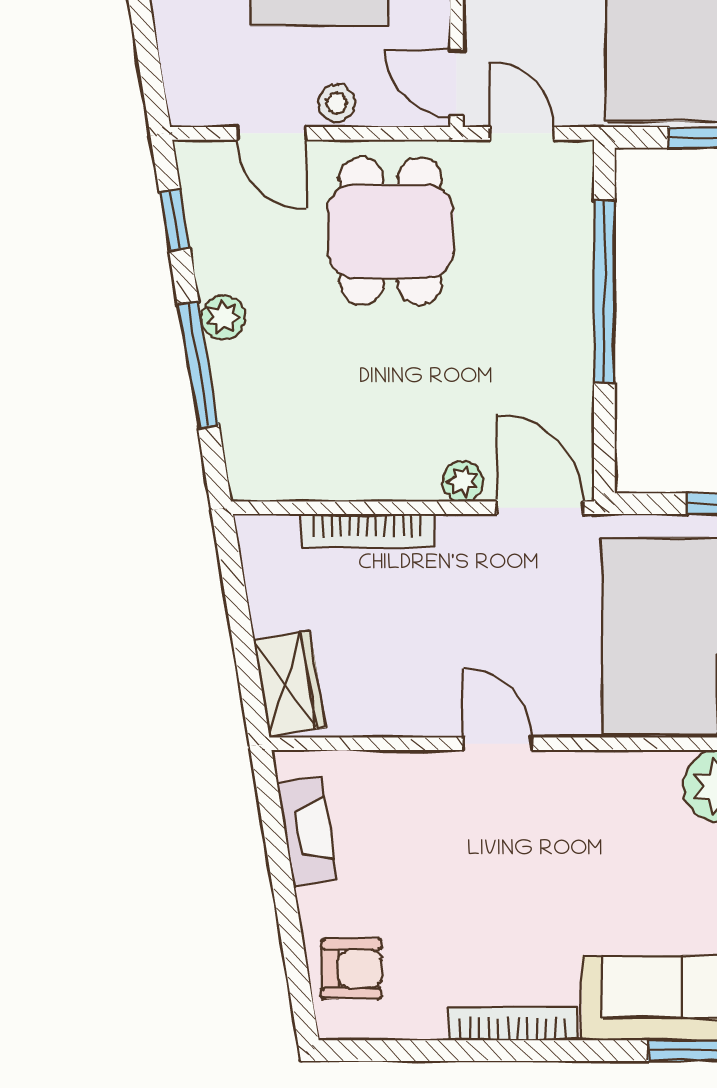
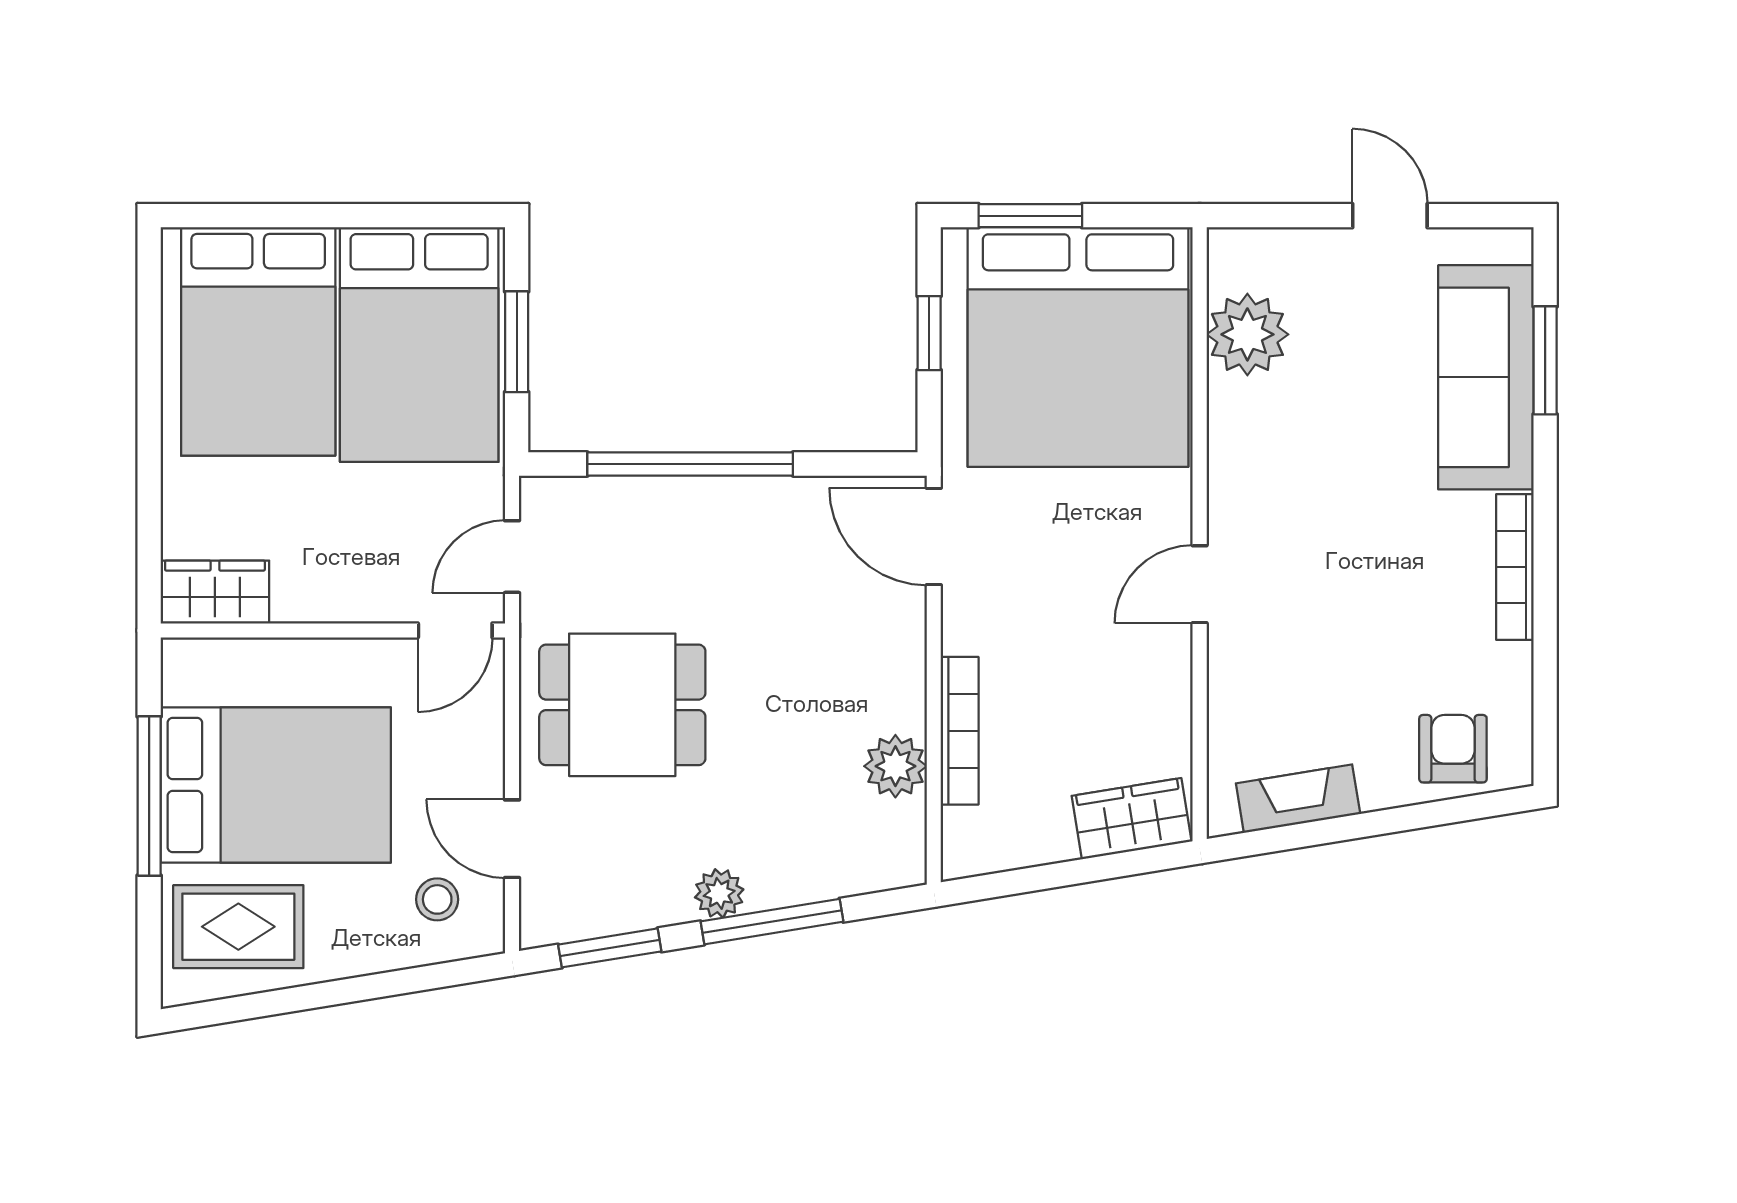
stool: (337, 103) -> (437, 899), moved
door: (272, 133) -> (512, 839), swing flipped
window: (175, 220) -> (610, 948), width x1.50
plant: (463, 481) -> (895, 766), moved, width x1.38, depth x1.38
door: (540, 508) -> (934, 536), hinge flipped

